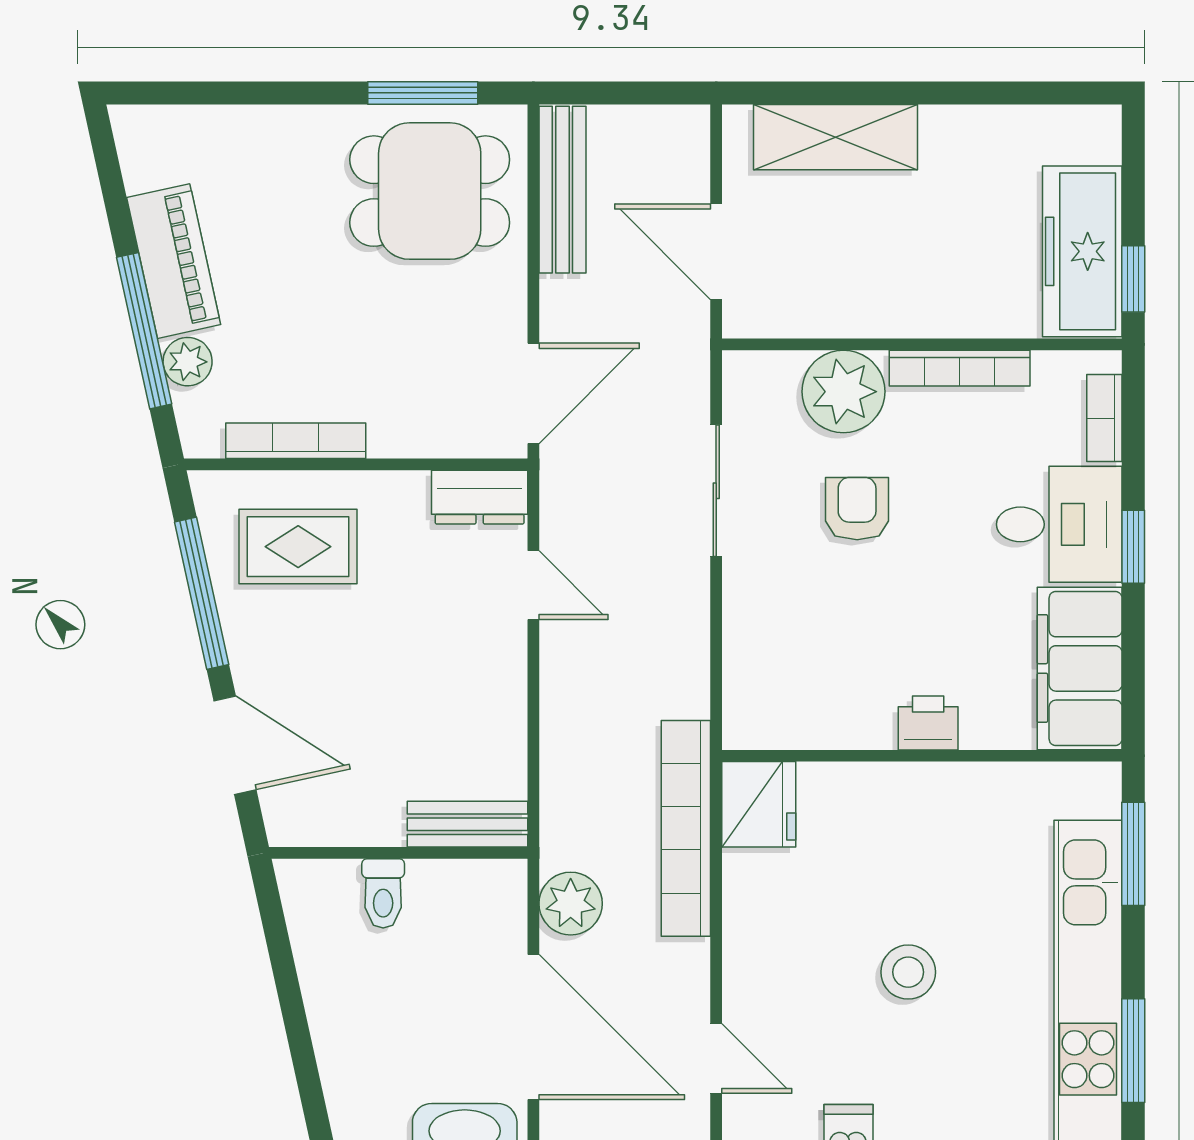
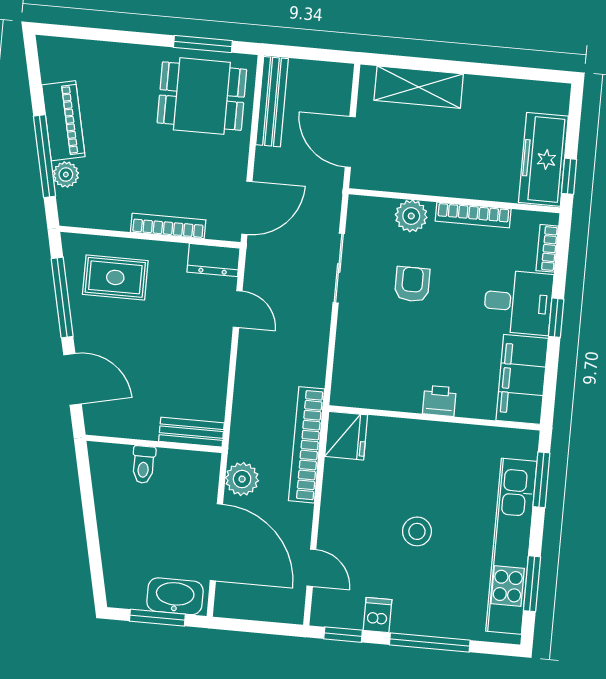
plant: (843, 392) -> (411, 216), width x0.73, depth x0.73
bookcase: (296, 441) -> (168, 226), moved

